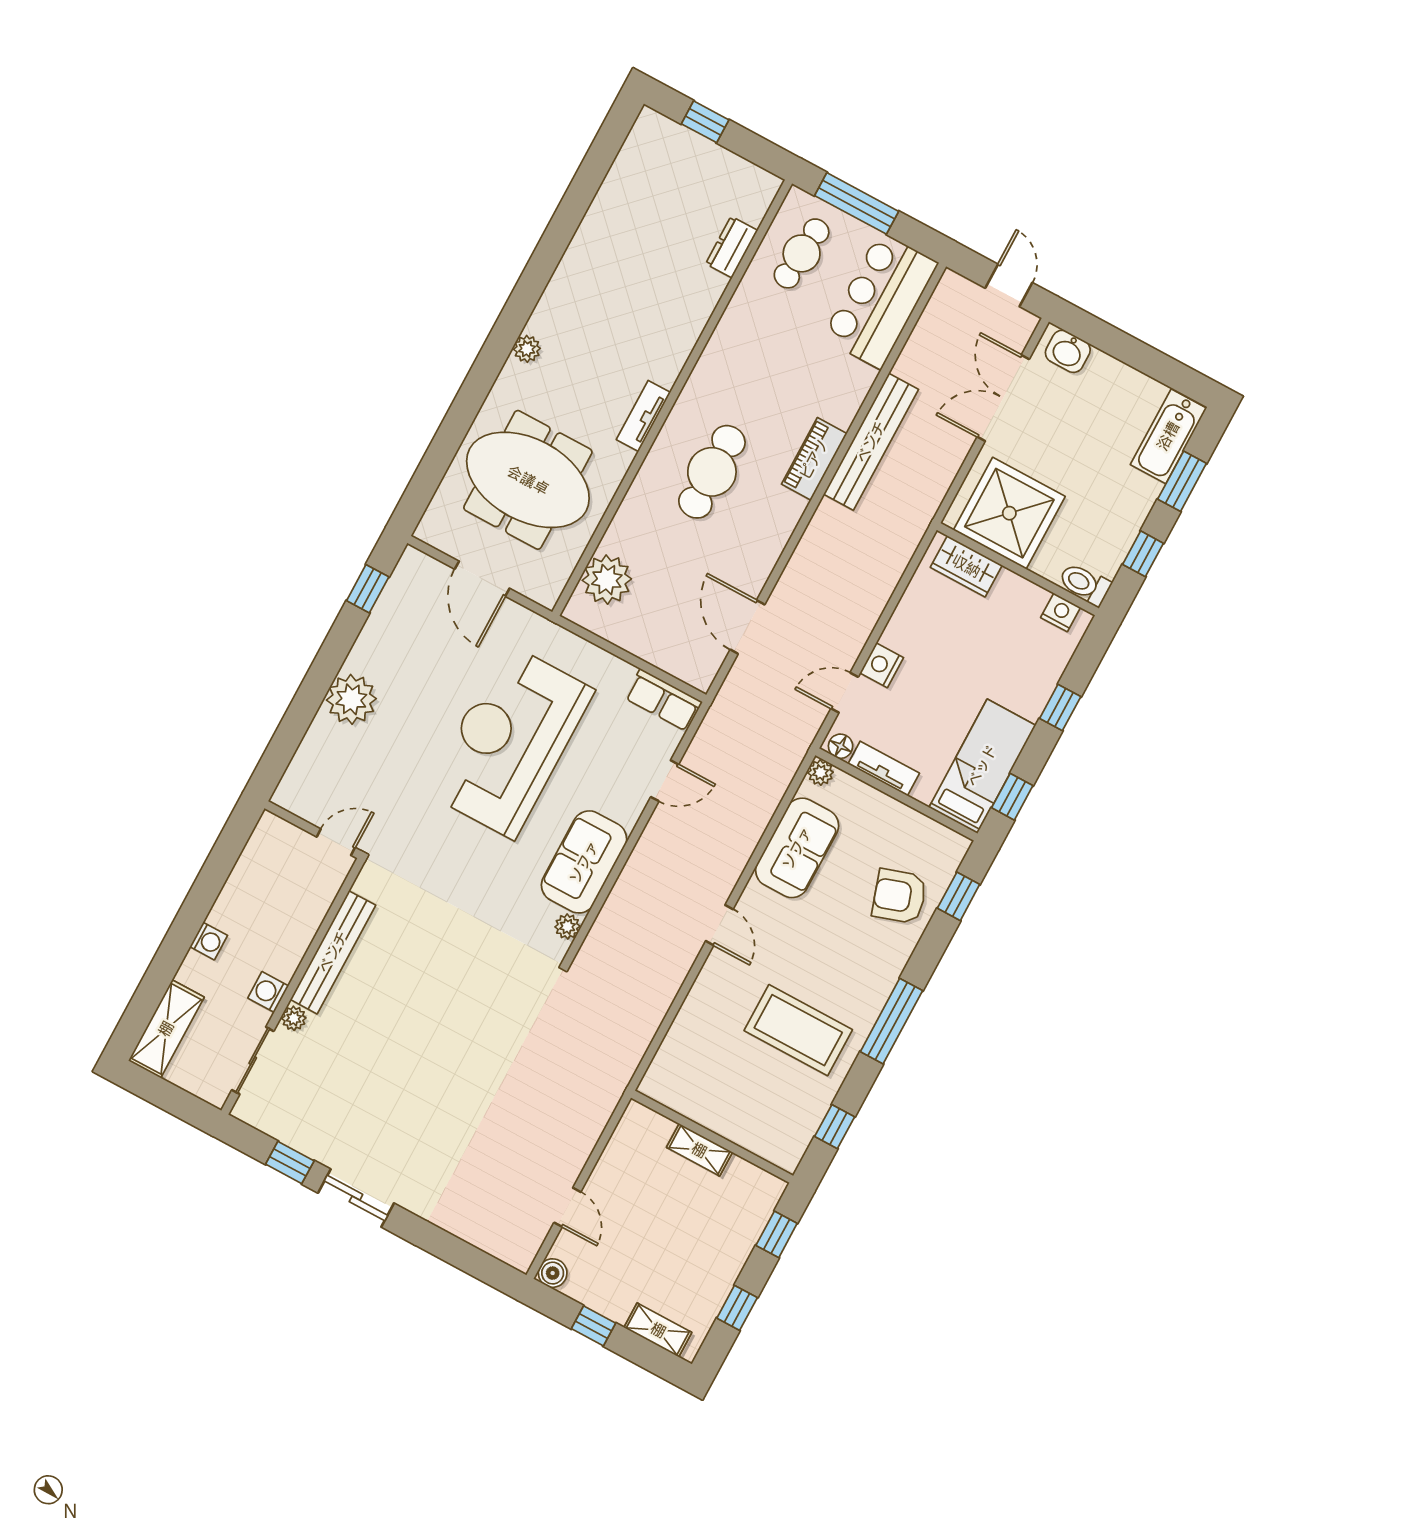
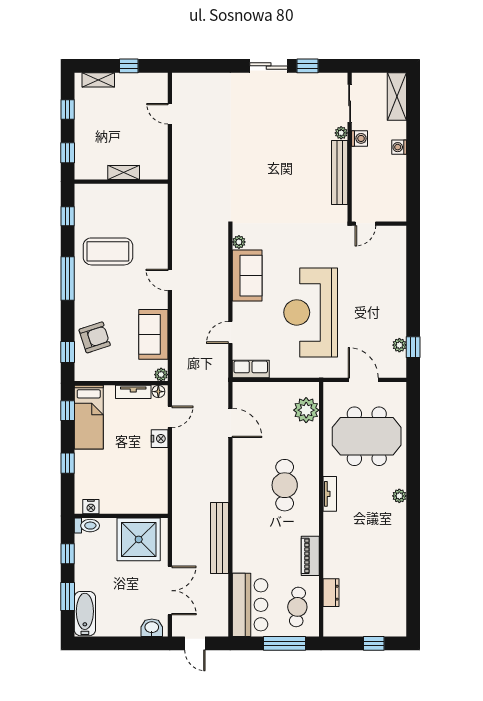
piano: (814, 459) -> (310, 556), moved, turned 180
wardrobe: (966, 566) -> (145, 505), removed
plant: (351, 699) -> (399, 345), moved, width x0.53, depth x0.53
reception desk: (510, 741) -> (311, 312), turned 180
boiler: (553, 1273) -> (160, 80), removed

